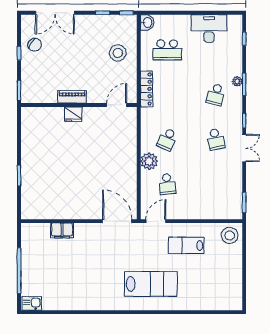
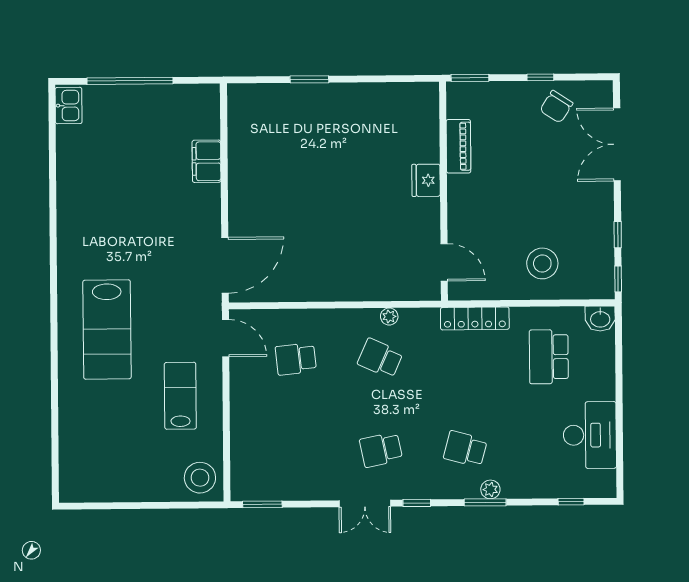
piano: (72, 97) -> (458, 146), moved
plant: (149, 161) -> (389, 316), moved, width x0.53, depth x0.53

